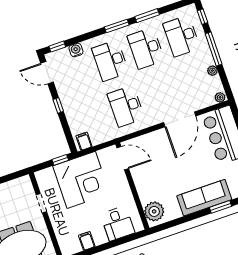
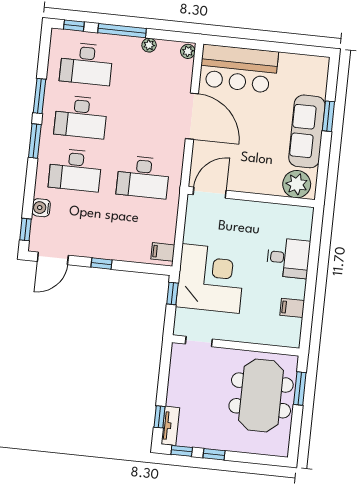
door: (123, 158) -> (210, 193), moved
wall: (132, 186) -> (251, 197), moved
doorway: (41, 203) -> (199, 341), moved
plant: (154, 211) -> (297, 184), moved

